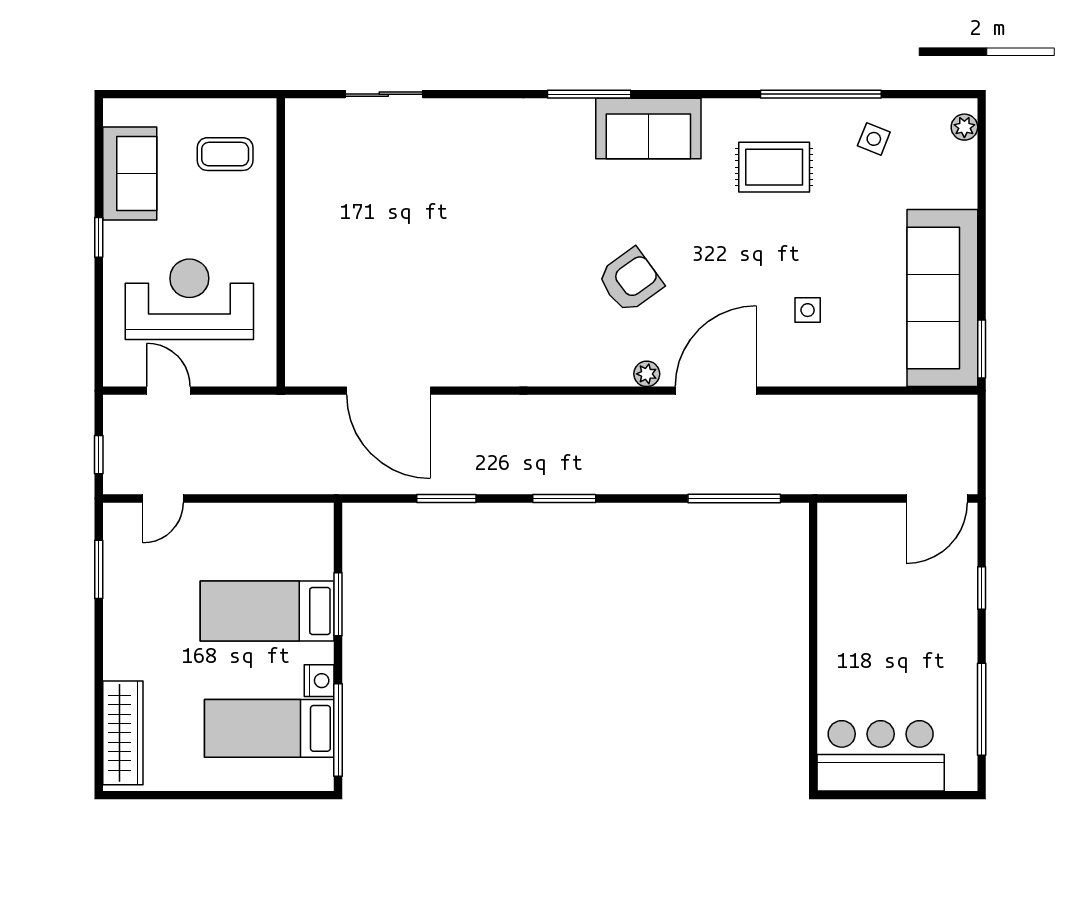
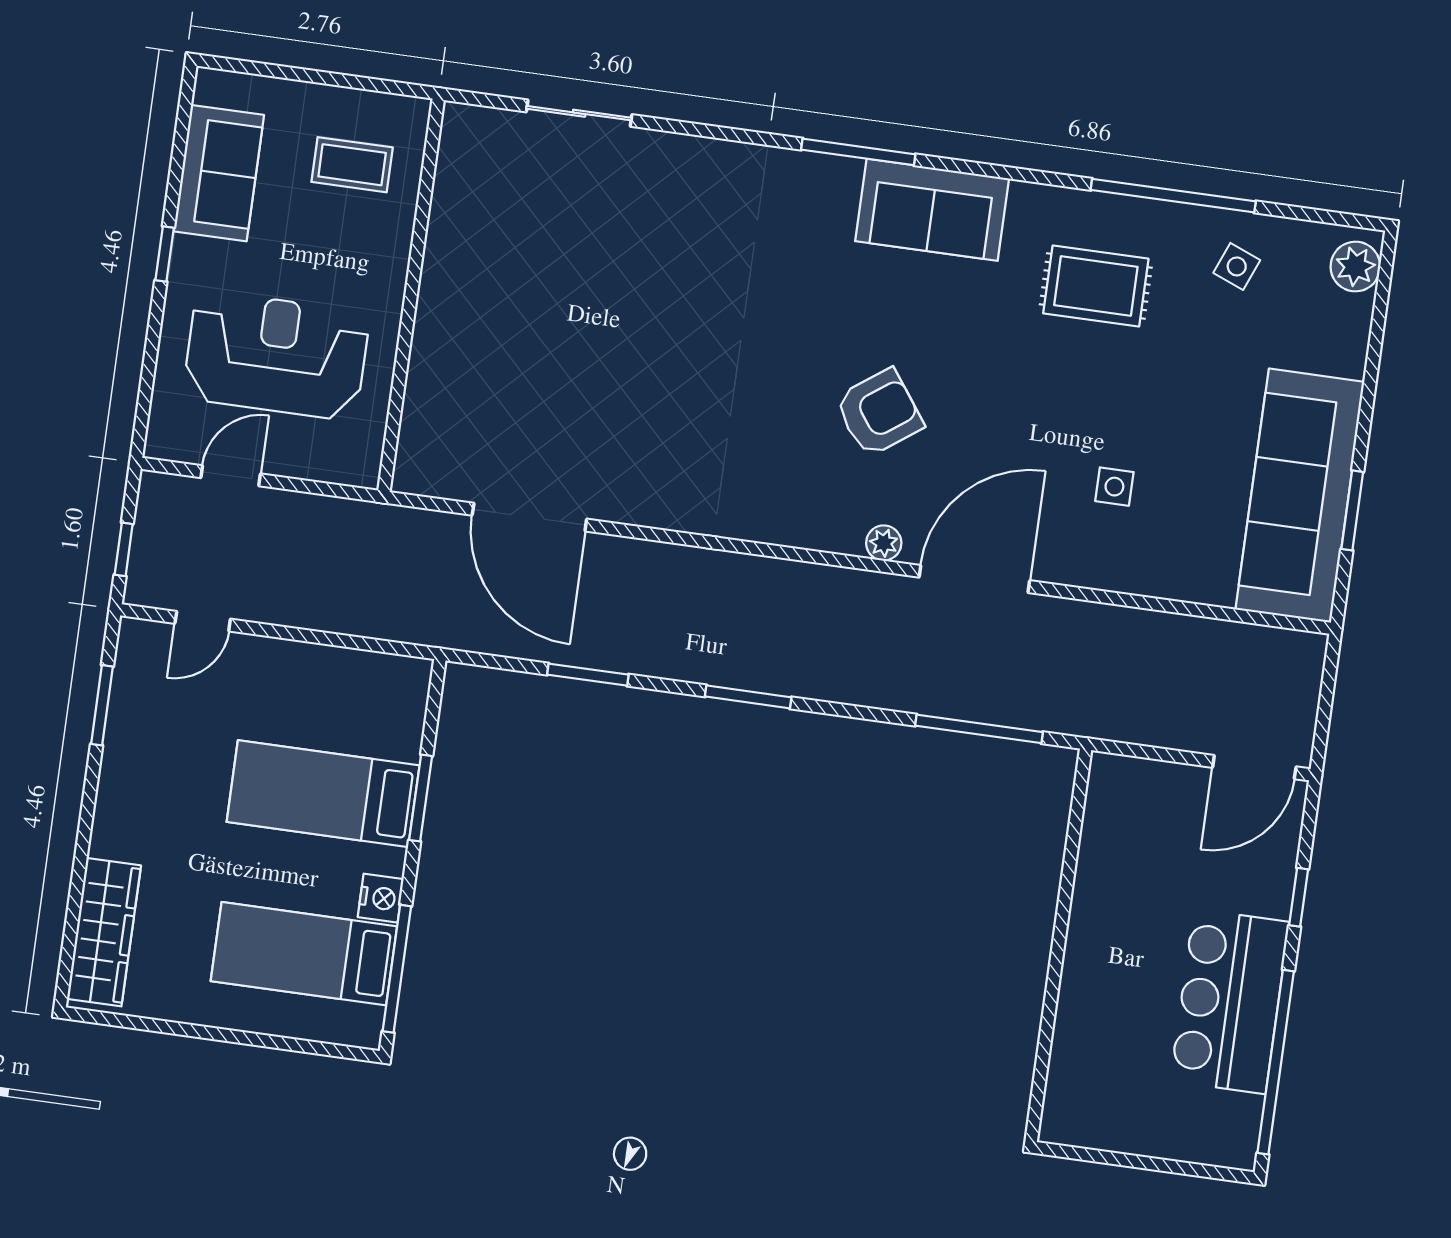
plant: (964, 127) -> (1355, 267), width x1.38, depth x1.38
window: (982, 349) -> (1352, 510), moved
door: (169, 391) -> (231, 476), hinge flipped
window: (982, 709) -> (1276, 1062), width x1.46
bar counter: (881, 756) -> (1230, 1001), moved, turned -90

